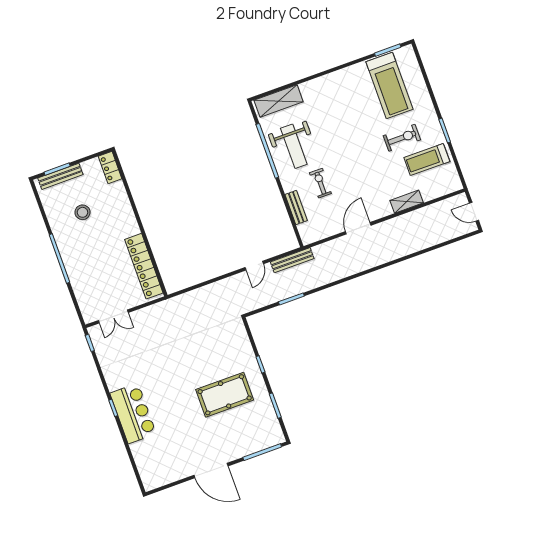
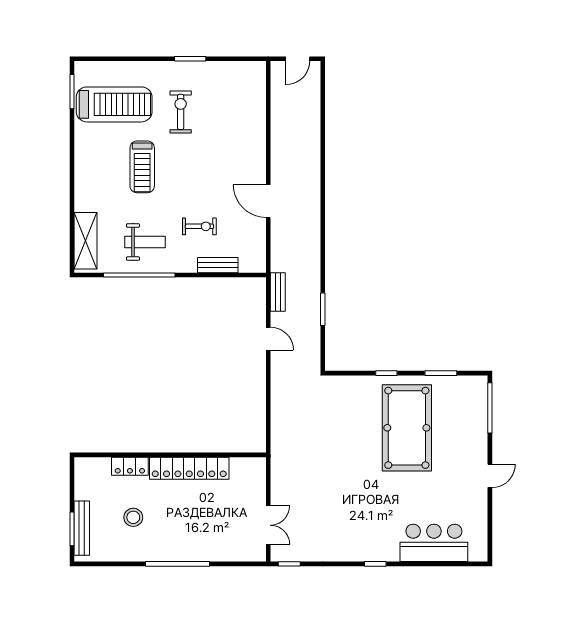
weight bench: (294, 146) -> (145, 242), width x0.73, depth x0.75
treadmill: (427, 159) -> (142, 167), moved
locker: (110, 168) -> (130, 466), moved
exercise bike: (320, 183) -> (199, 226), turned 180
shelving: (407, 202) -> (257, 133), removed
bench: (292, 260) -> (278, 292), width x0.73
locker: (144, 266) -> (189, 468), moved
pool table: (225, 395) -> (407, 428), width x1.36, depth x1.32
bar counter: (133, 413) -> (434, 543), moved
door: (211, 471) -> (490, 476), width x0.53

